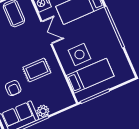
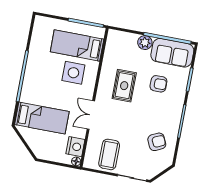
rug: (37, 70) -> (124, 86), turned 90
armchair: (13, 88) -> (158, 84), turned 90

